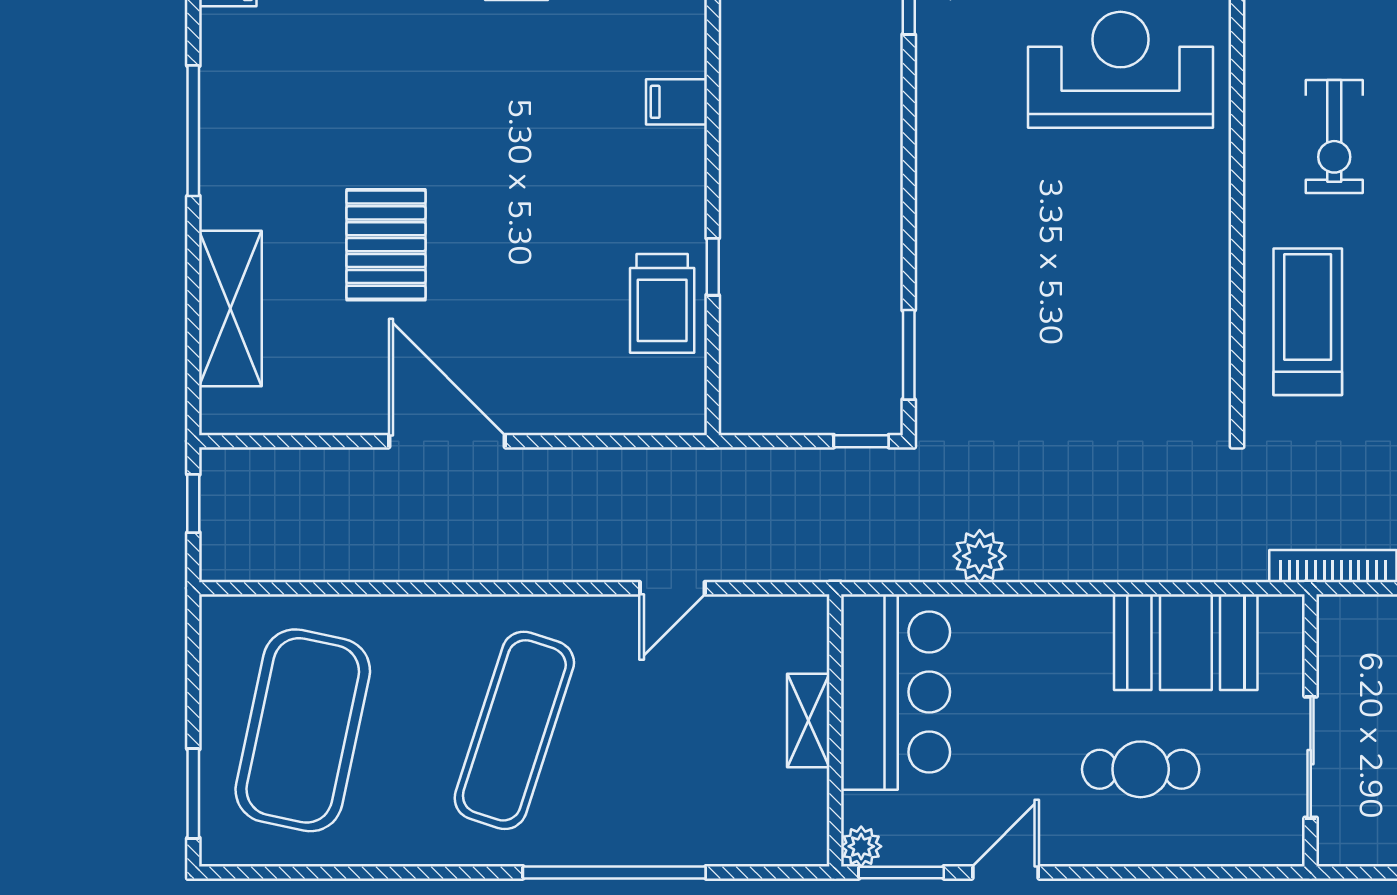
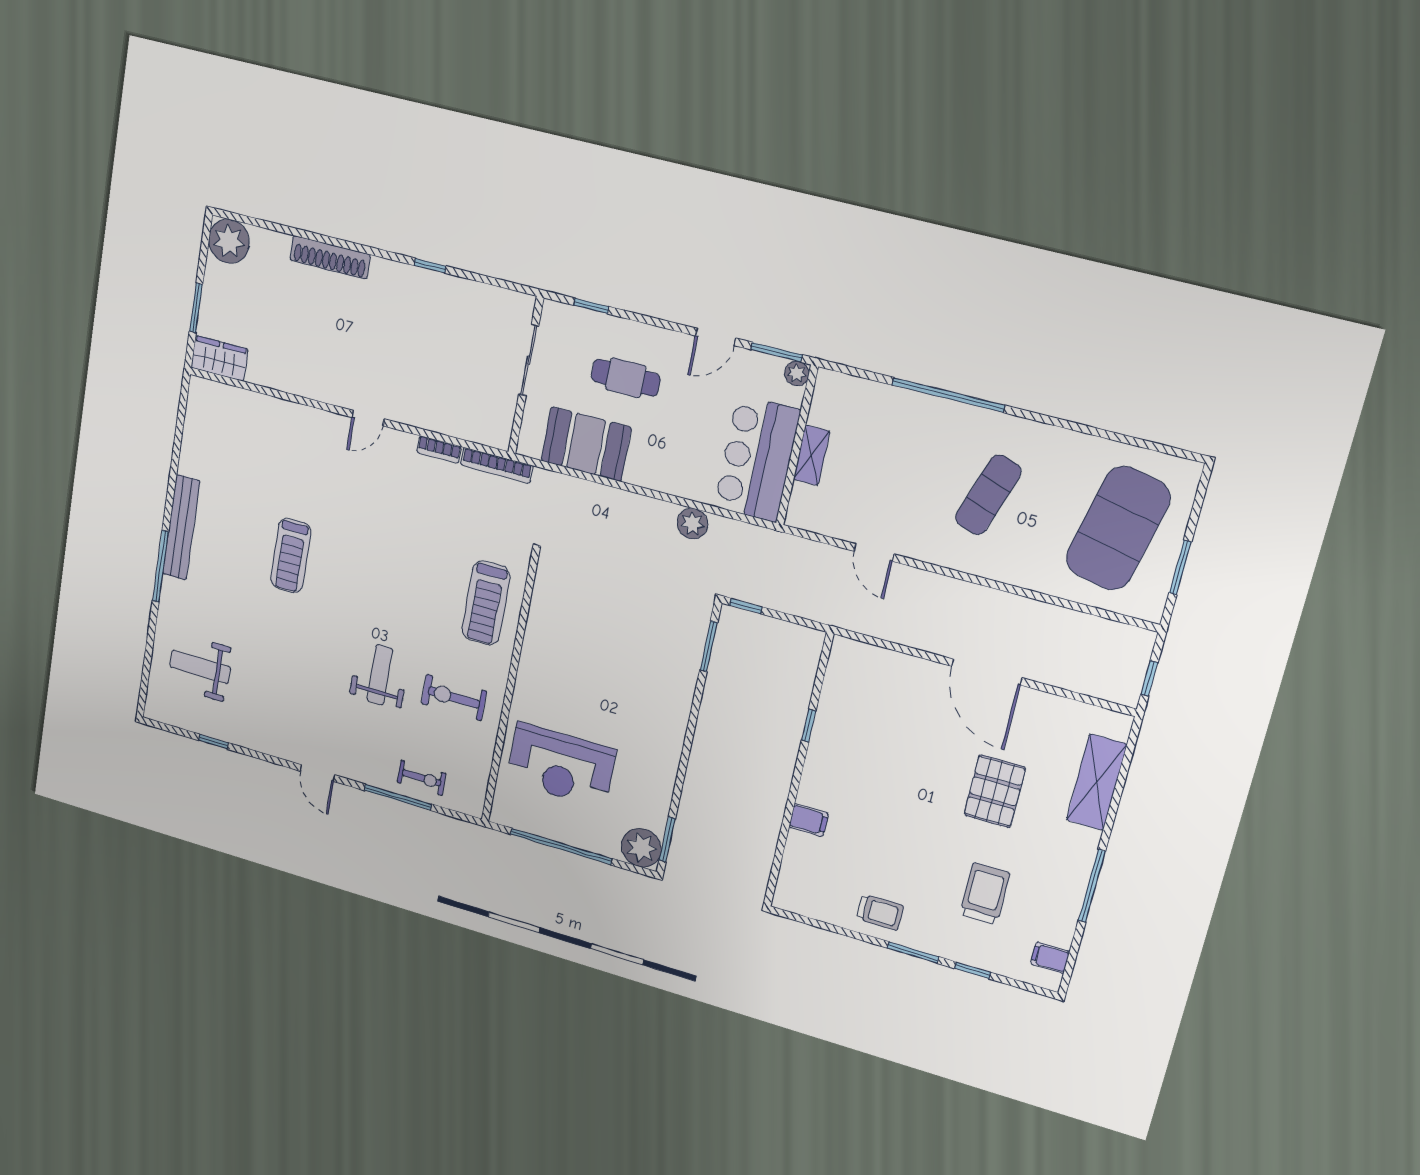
exercise bike: (1334, 136) -> (454, 697), turned -90
trolley: (662, 303) -> (985, 894), moved
door: (672, 588) -> (874, 553), swing flipped
exercise mat: (514, 730) -> (988, 495), width x0.73, depth x0.69
window: (193, 793) -> (1180, 567), moved
window: (1222, 872) -> (591, 306), added

